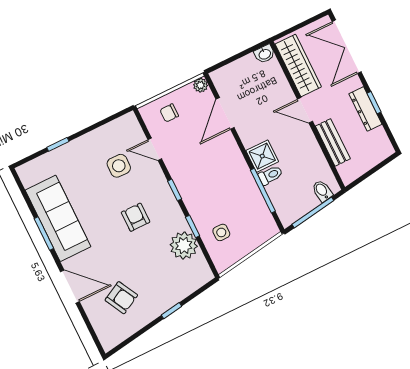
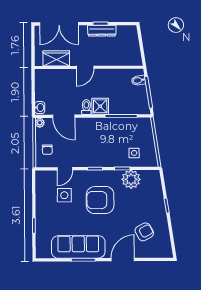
washbasin: (265, 54) -> (40, 108), moved
wardrobe: (298, 65) -> (56, 58), width x0.67
bench: (333, 142) -> (112, 60), removed
toilet: (270, 175) -> (86, 107), moved
armchair: (136, 217) -> (100, 200), width x1.88, depth x1.88

